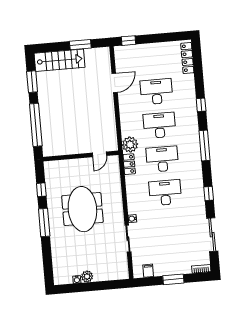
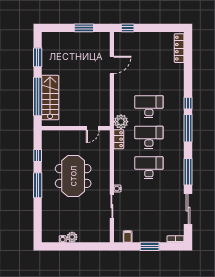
stairs: (60, 60) -> (50, 98), moved, turned -90
desk: (156, 92) -> (149, 76), removed
window: (201, 105) -> (188, 103), moved
window: (209, 194) -> (188, 172), width x2.17

